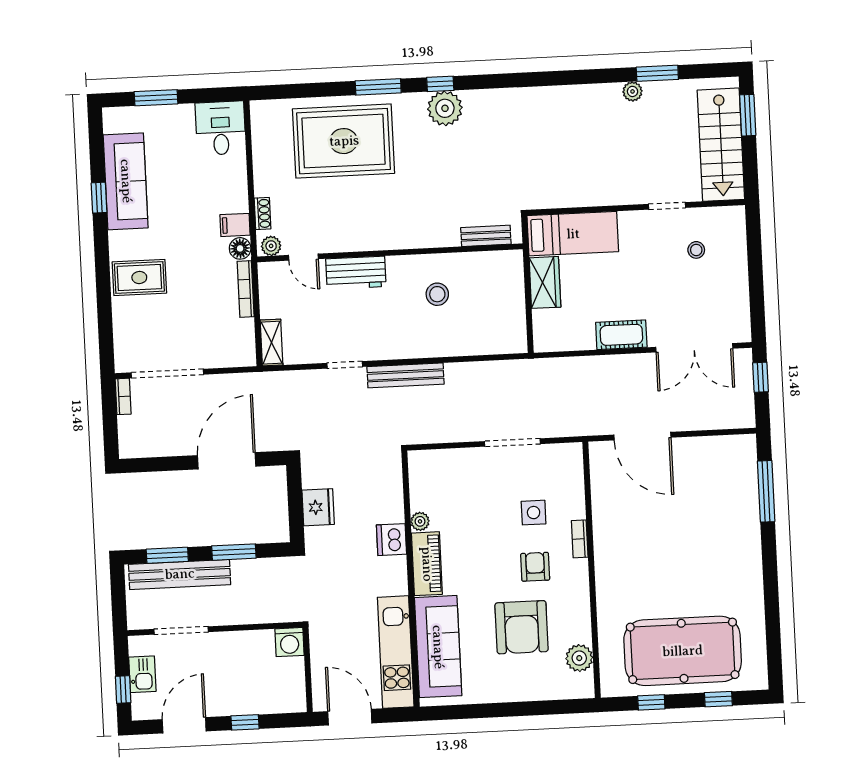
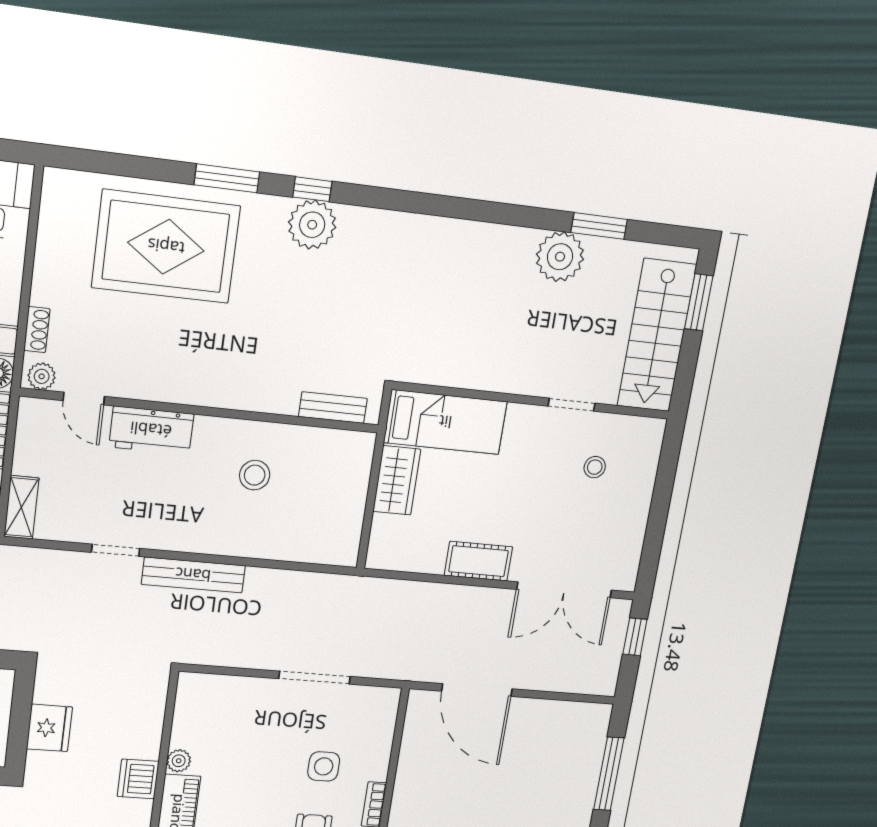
plant: (633, 91) -> (560, 257), width x1.87, depth x1.87

